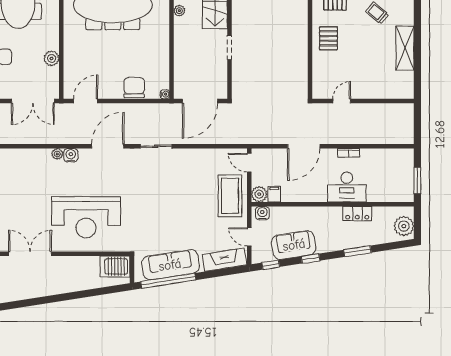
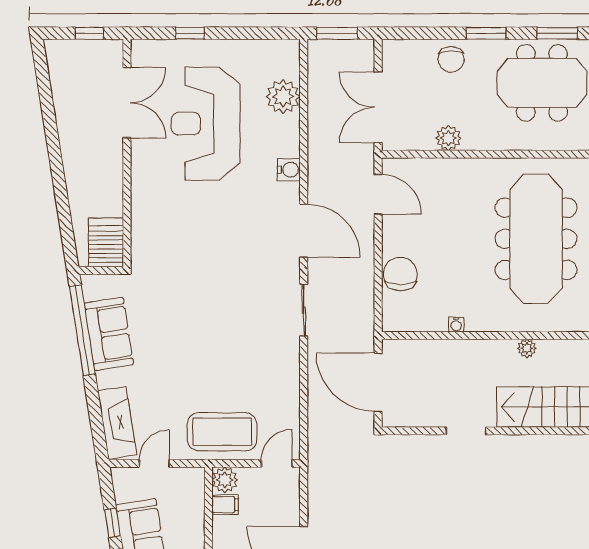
chair: (134, 88) -> (400, 274), turned -90
water cooler: (165, 94) -> (456, 325), moved
plant: (57, 154) -> (283, 97), moved, width x1.88, depth x1.88
water cooler: (262, 213) -> (194, 485), removed
reception desk: (86, 217) -> (206, 124), moved
sofa: (170, 265) -> (109, 334), width x0.73
window: (271, 265) -> (112, 523), moved

